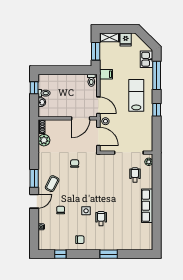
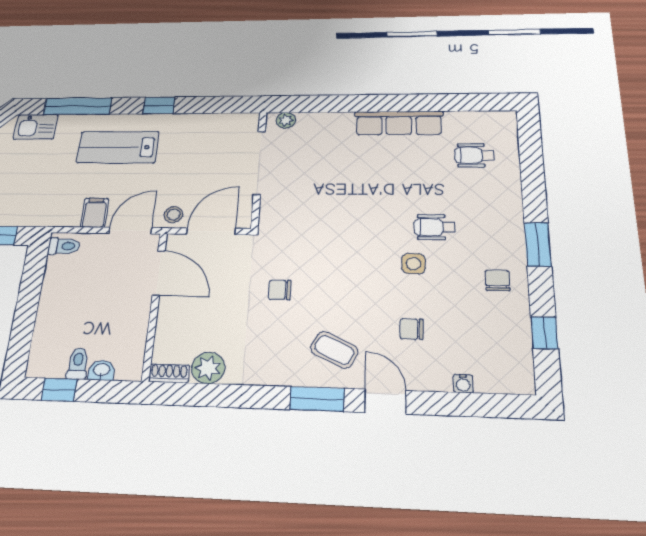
filing cabinet: (106, 74) -> (95, 213), moved
wheelchair: (135, 175) -> (474, 155), moved
window: (109, 254) -> (538, 244), moved

